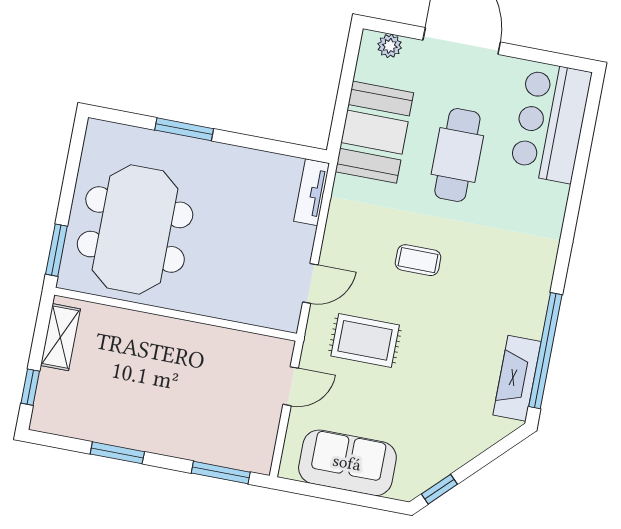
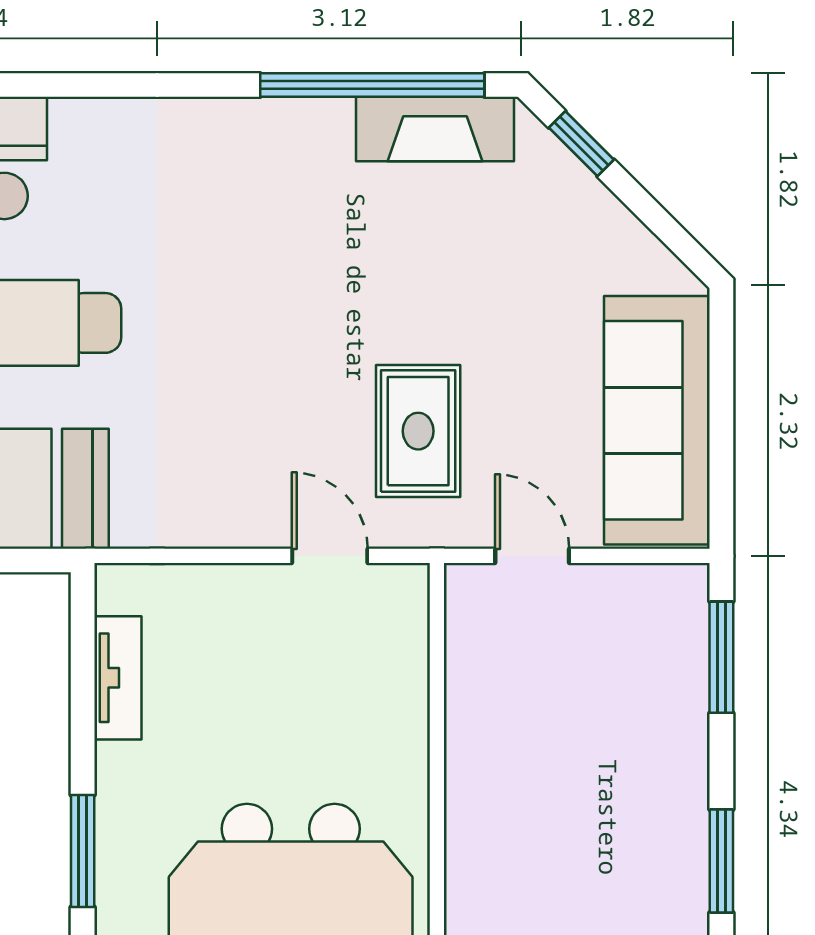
tv unit: (312, 192) -> (118, 678), moved, turned -90
coffee table: (418, 260) -> (246, 360), removed
sofa: (347, 463) -> (657, 420), width x1.36
window: (439, 489) -> (581, 144), moved

